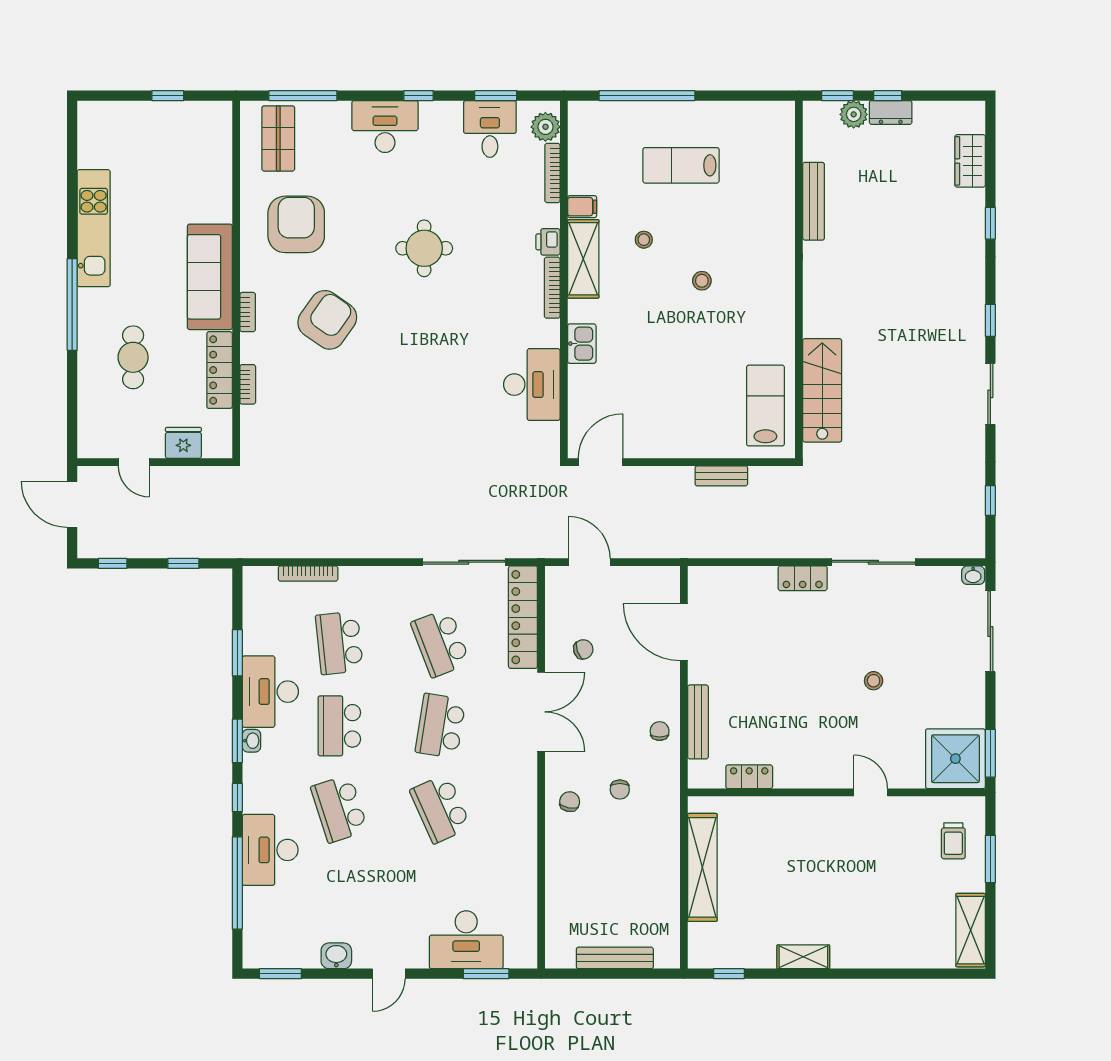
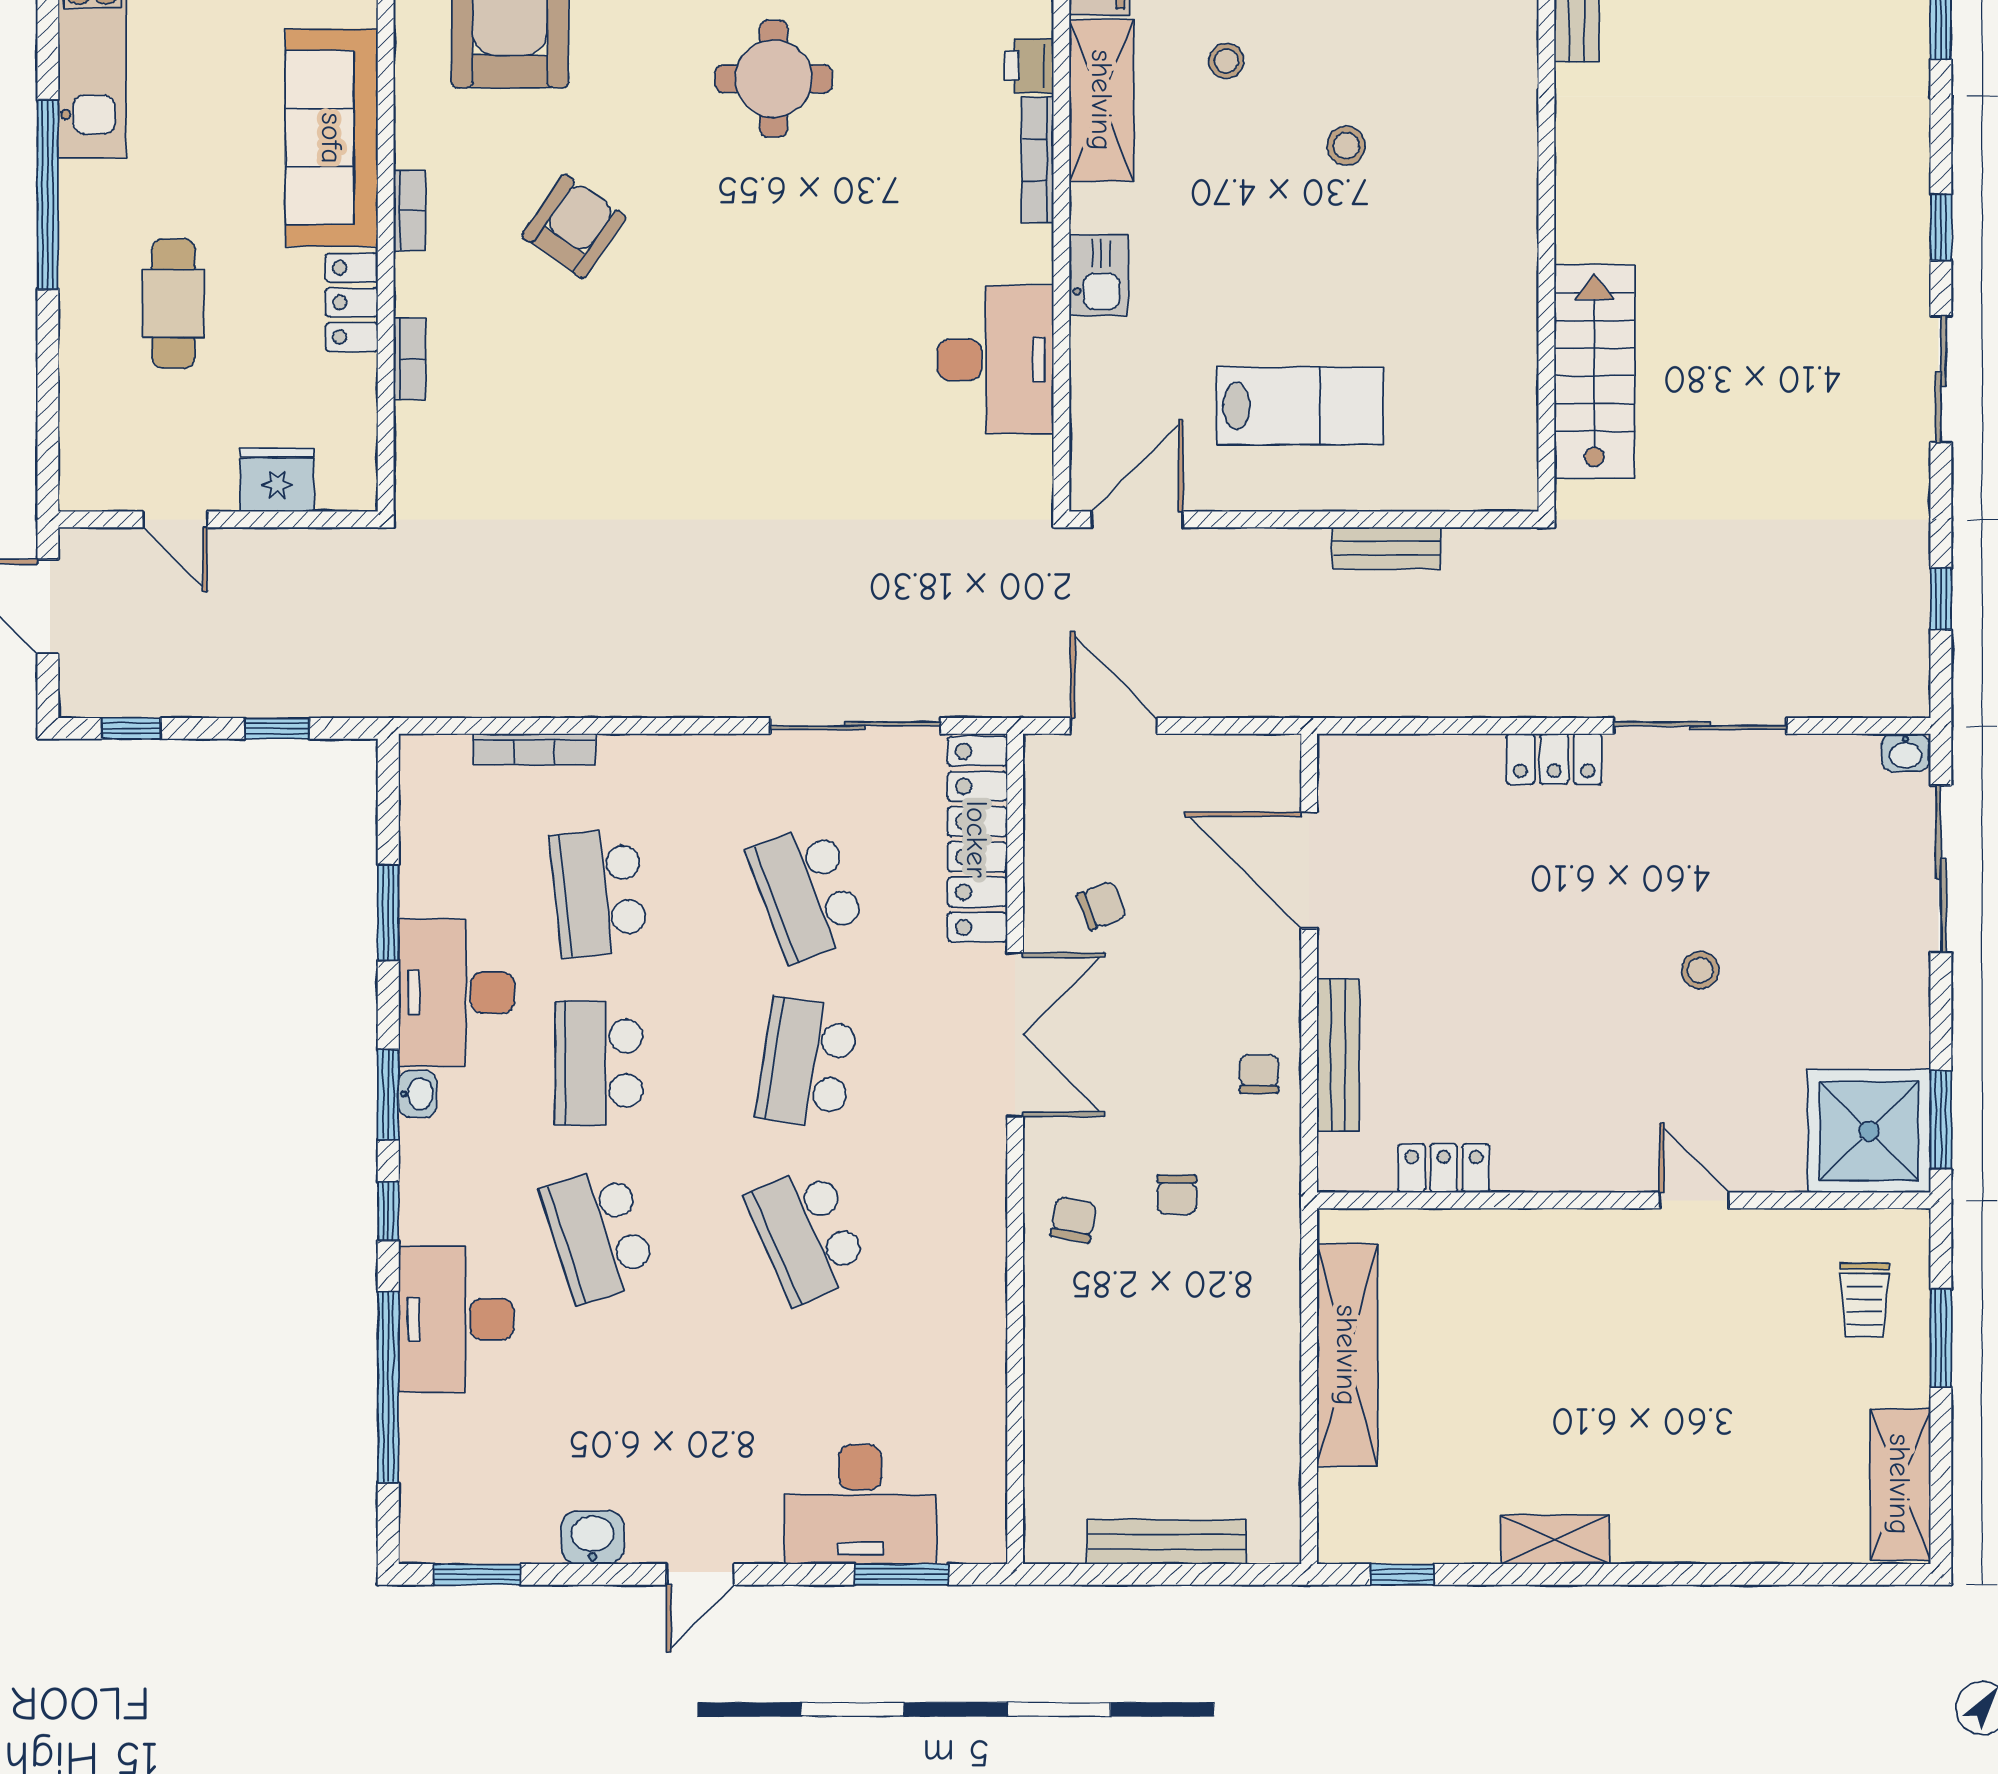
armchair: (327, 320) -> (574, 226), width x0.73, depth x0.73
locker: (220, 370) -> (352, 302), width x0.66
lab bench: (765, 406) -> (1300, 406), moved, turned 90

